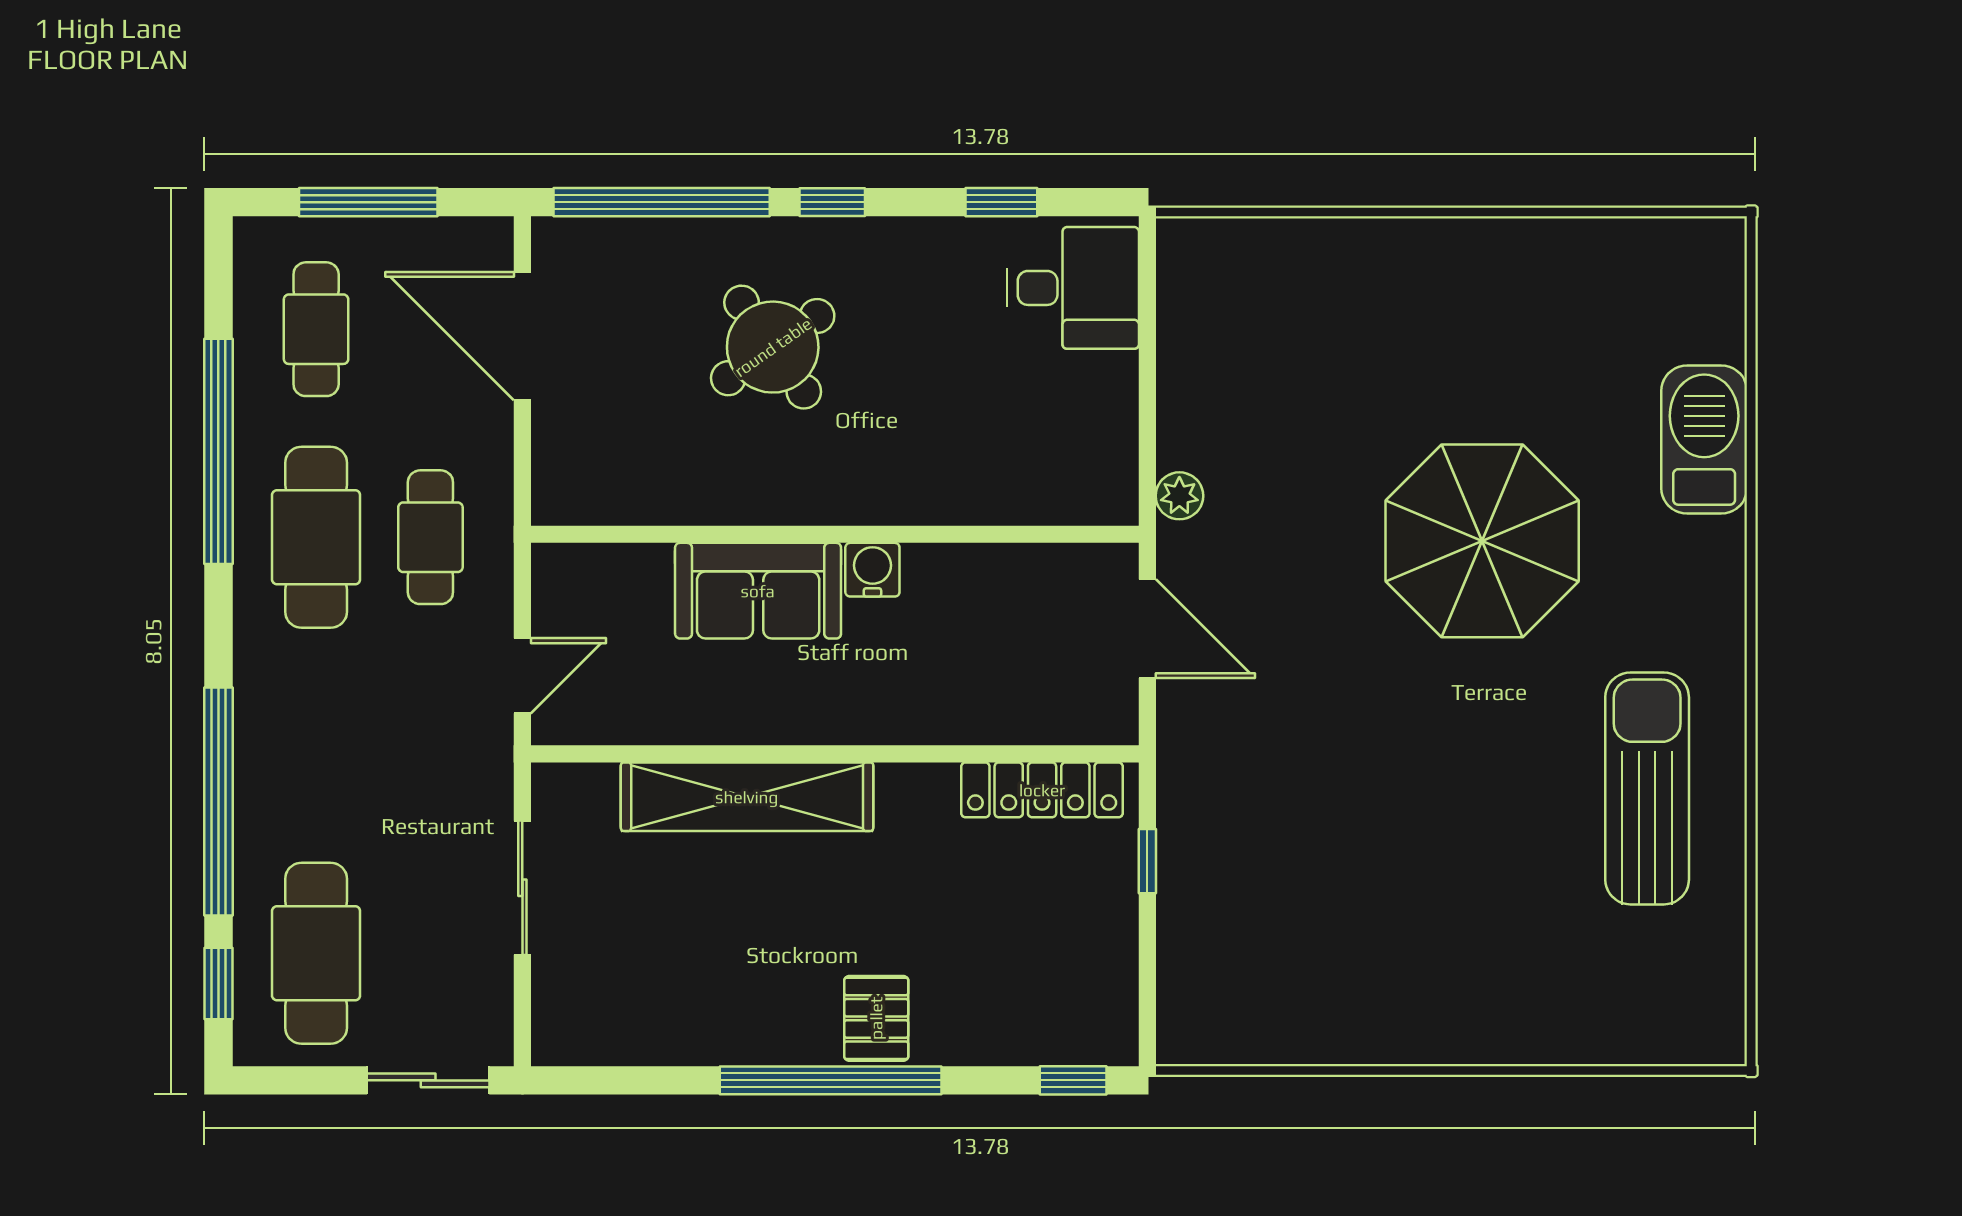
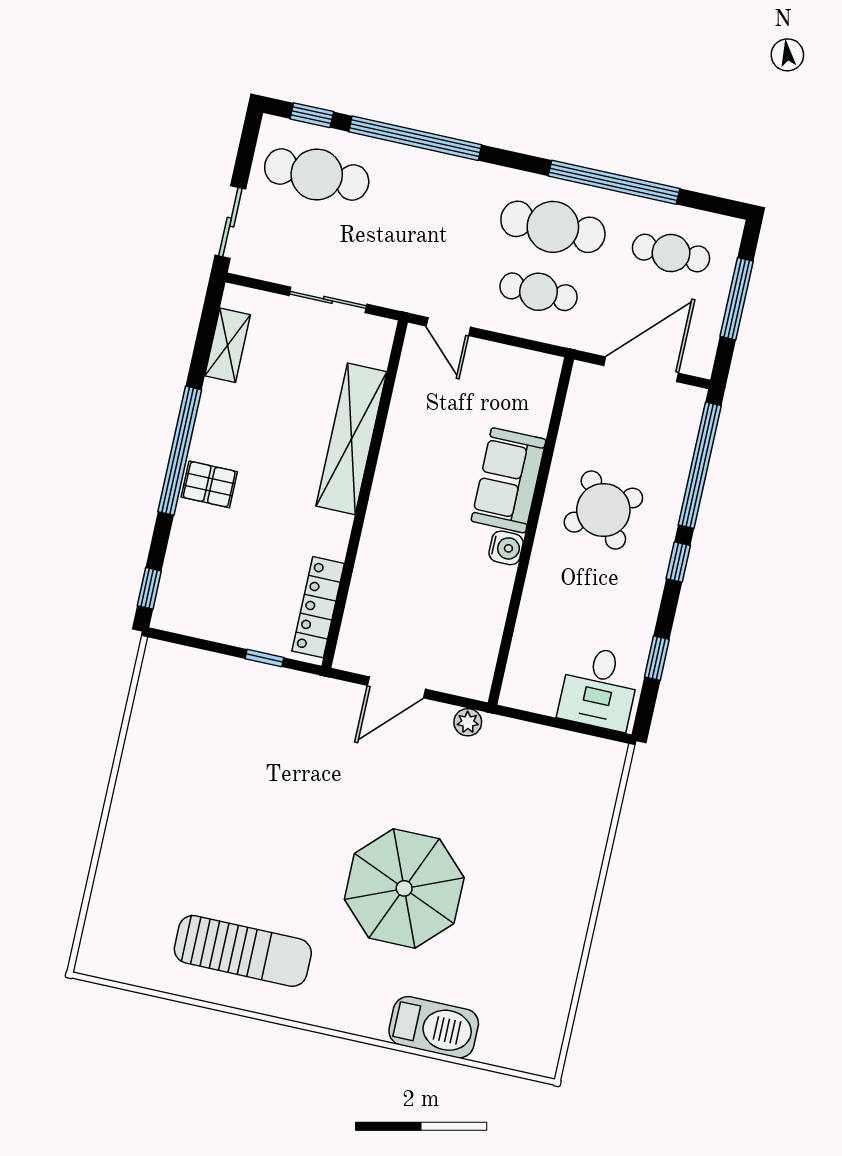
wall: (835, 534) -> (531, 531), moved
water cooler: (872, 570) -> (506, 548), moved
sofa: (758, 591) -> (508, 480), moved
shelving: (636, 1039) -> (228, 345), added

